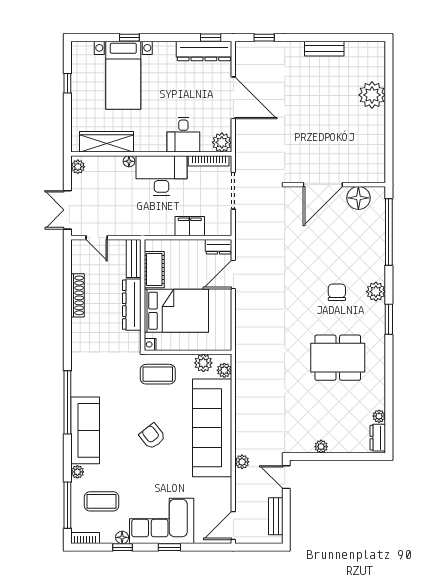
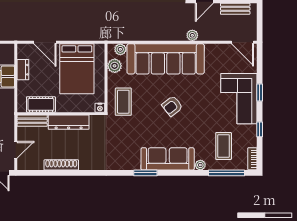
dresser: (218, 247) -> (23, 70), moved
bed: (176, 311) -> (77, 69), moved, turned 180
window: (67, 402) -> (145, 173), width x0.47
floor lamp: (122, 537) -> (252, 130), removed

